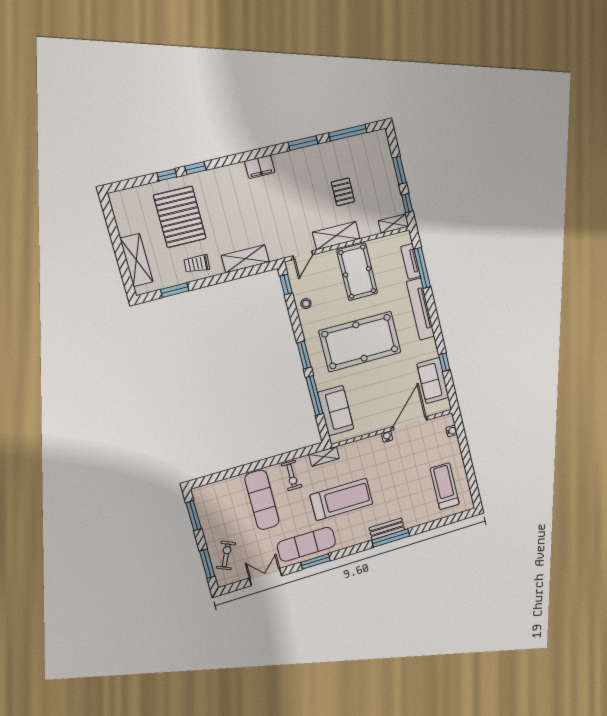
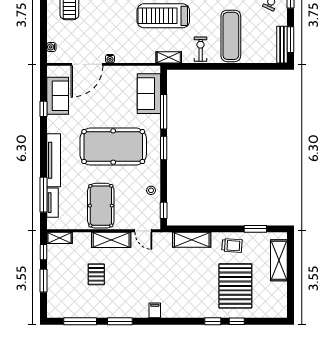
filing cabinet: (260, 167) -> (155, 310), width x0.50
door: (303, 255) -> (143, 231), swing flipped
bench: (202, 507) -> (282, 45), added

